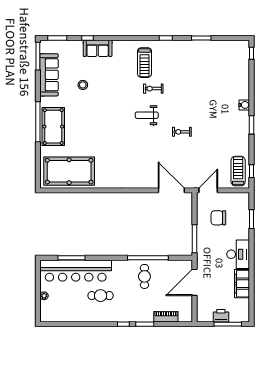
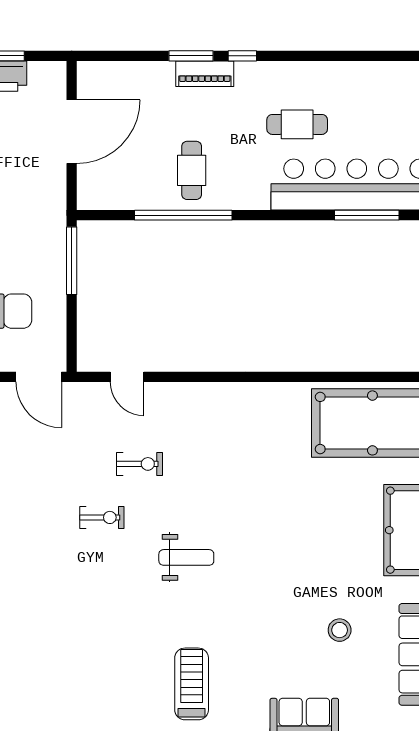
exercise bike: (153, 89) -> (140, 464), moved
door: (171, 190) -> (127, 377), width x0.53
door: (208, 190) -> (39, 377), hinge flipped
door: (194, 282) -> (72, 132), moved
piano: (166, 317) -> (205, 74), moved

